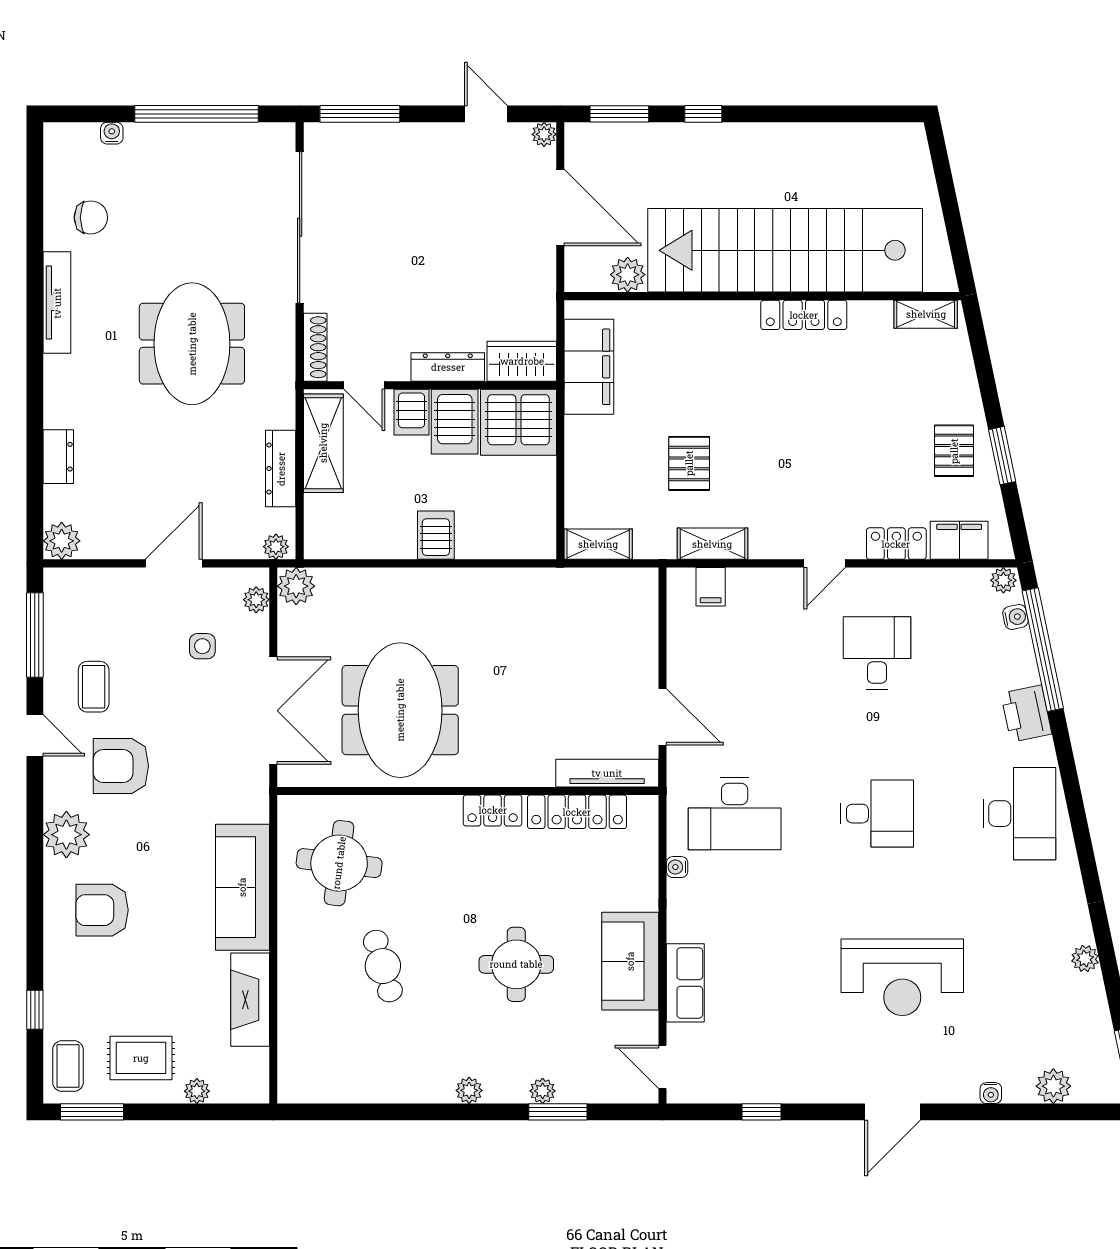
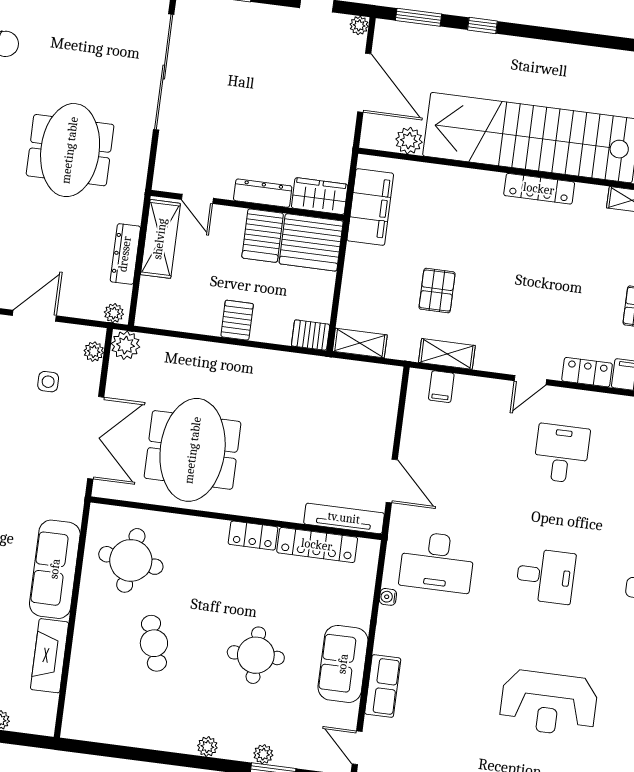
shoe rack: (315, 347) -> (164, 165), removed
server rack: (412, 412) -> (311, 335), moved, turned 90

